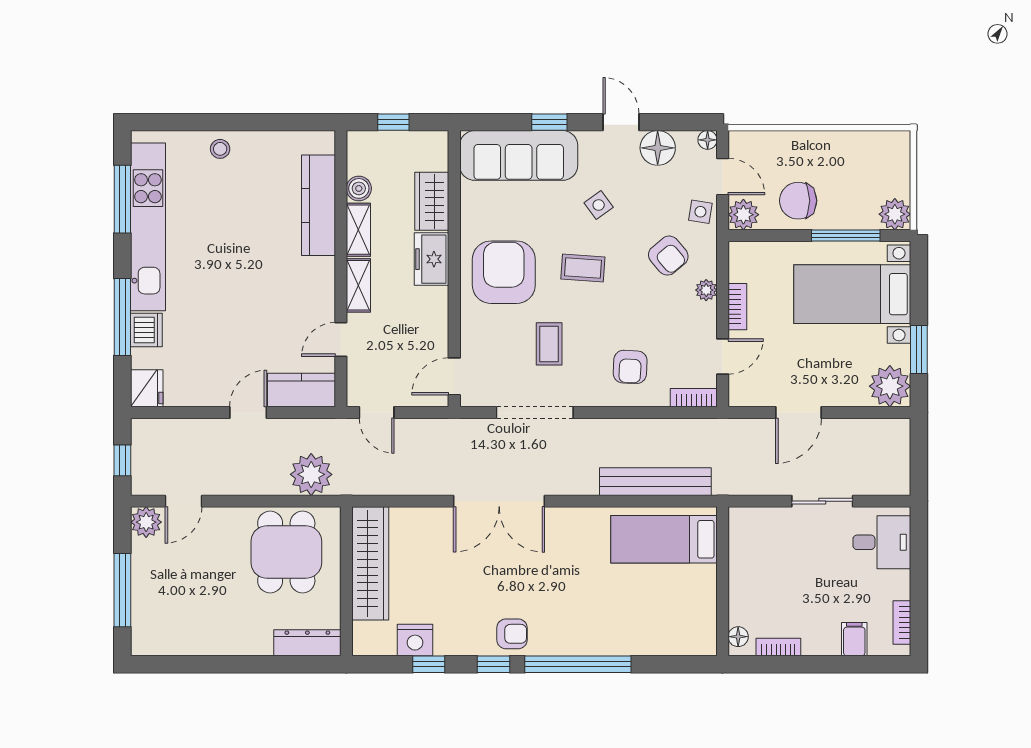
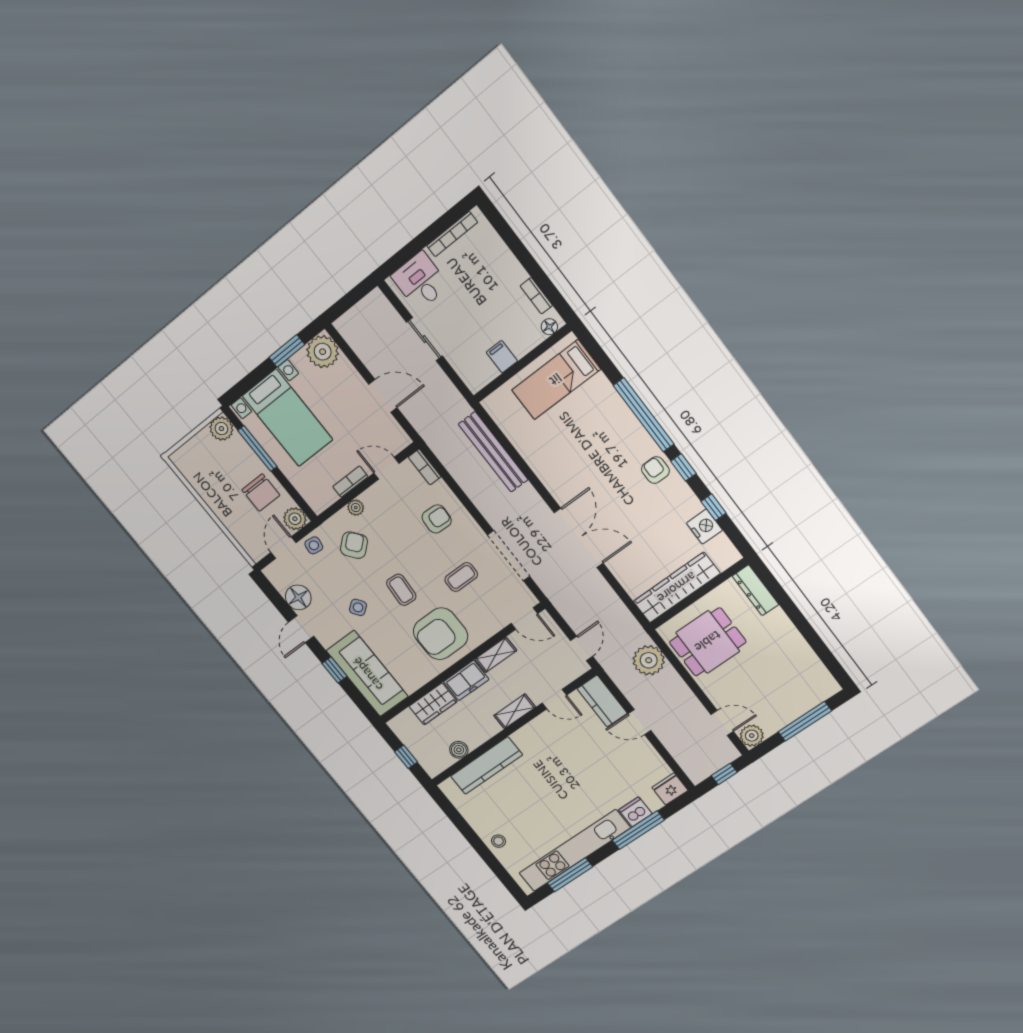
floor lamp: (708, 140) -> (270, 572), removed
shelving: (358, 230) -> (496, 655), moved
bed: (664, 539) -> (556, 380), moved, turned 90
bookcase: (902, 622) -> (452, 234), width x1.56
filing cabinet: (854, 639) -> (502, 357), moved, turned 90

